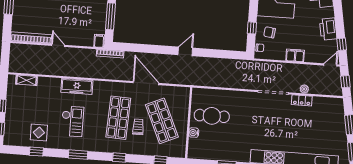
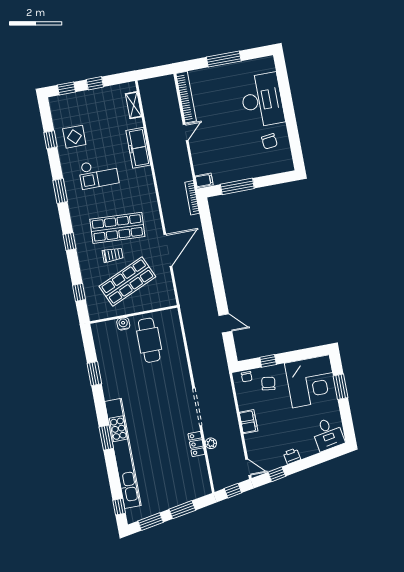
printer: (328, 29) -> (292, 456), width x0.53, depth x0.68
door: (185, 51) -> (225, 323), moved
freezer: (77, 86) -> (138, 148), moved

